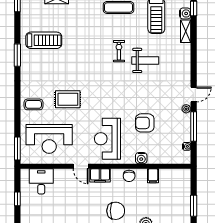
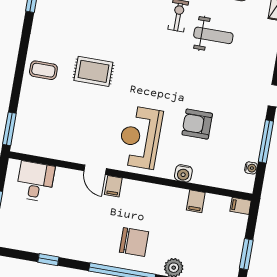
plant: (186, 109) -> (260, 114), removed
reception desk: (49, 139) -> (57, 123), removed
filing cabinet: (184, 174) -> (241, 206), added
filing cabinet: (100, 175) -> (113, 186), width x0.50
chair: (129, 176) -> (162, 196), removed

